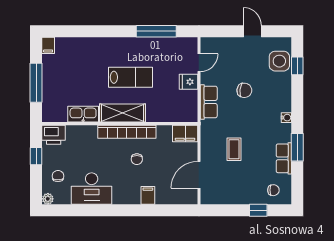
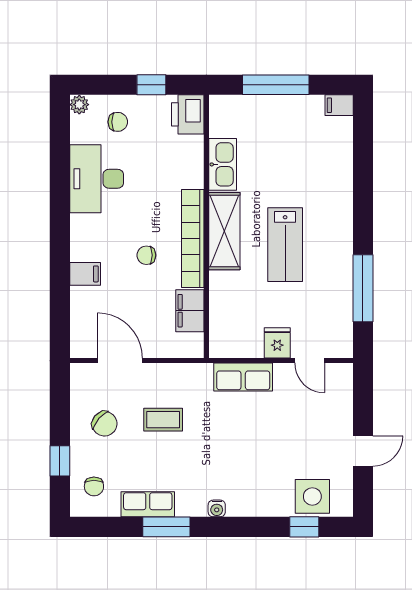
chair: (244, 90) -> (105, 424), moved, turned -56
filing cabinet: (185, 133) -> (190, 311), moved

